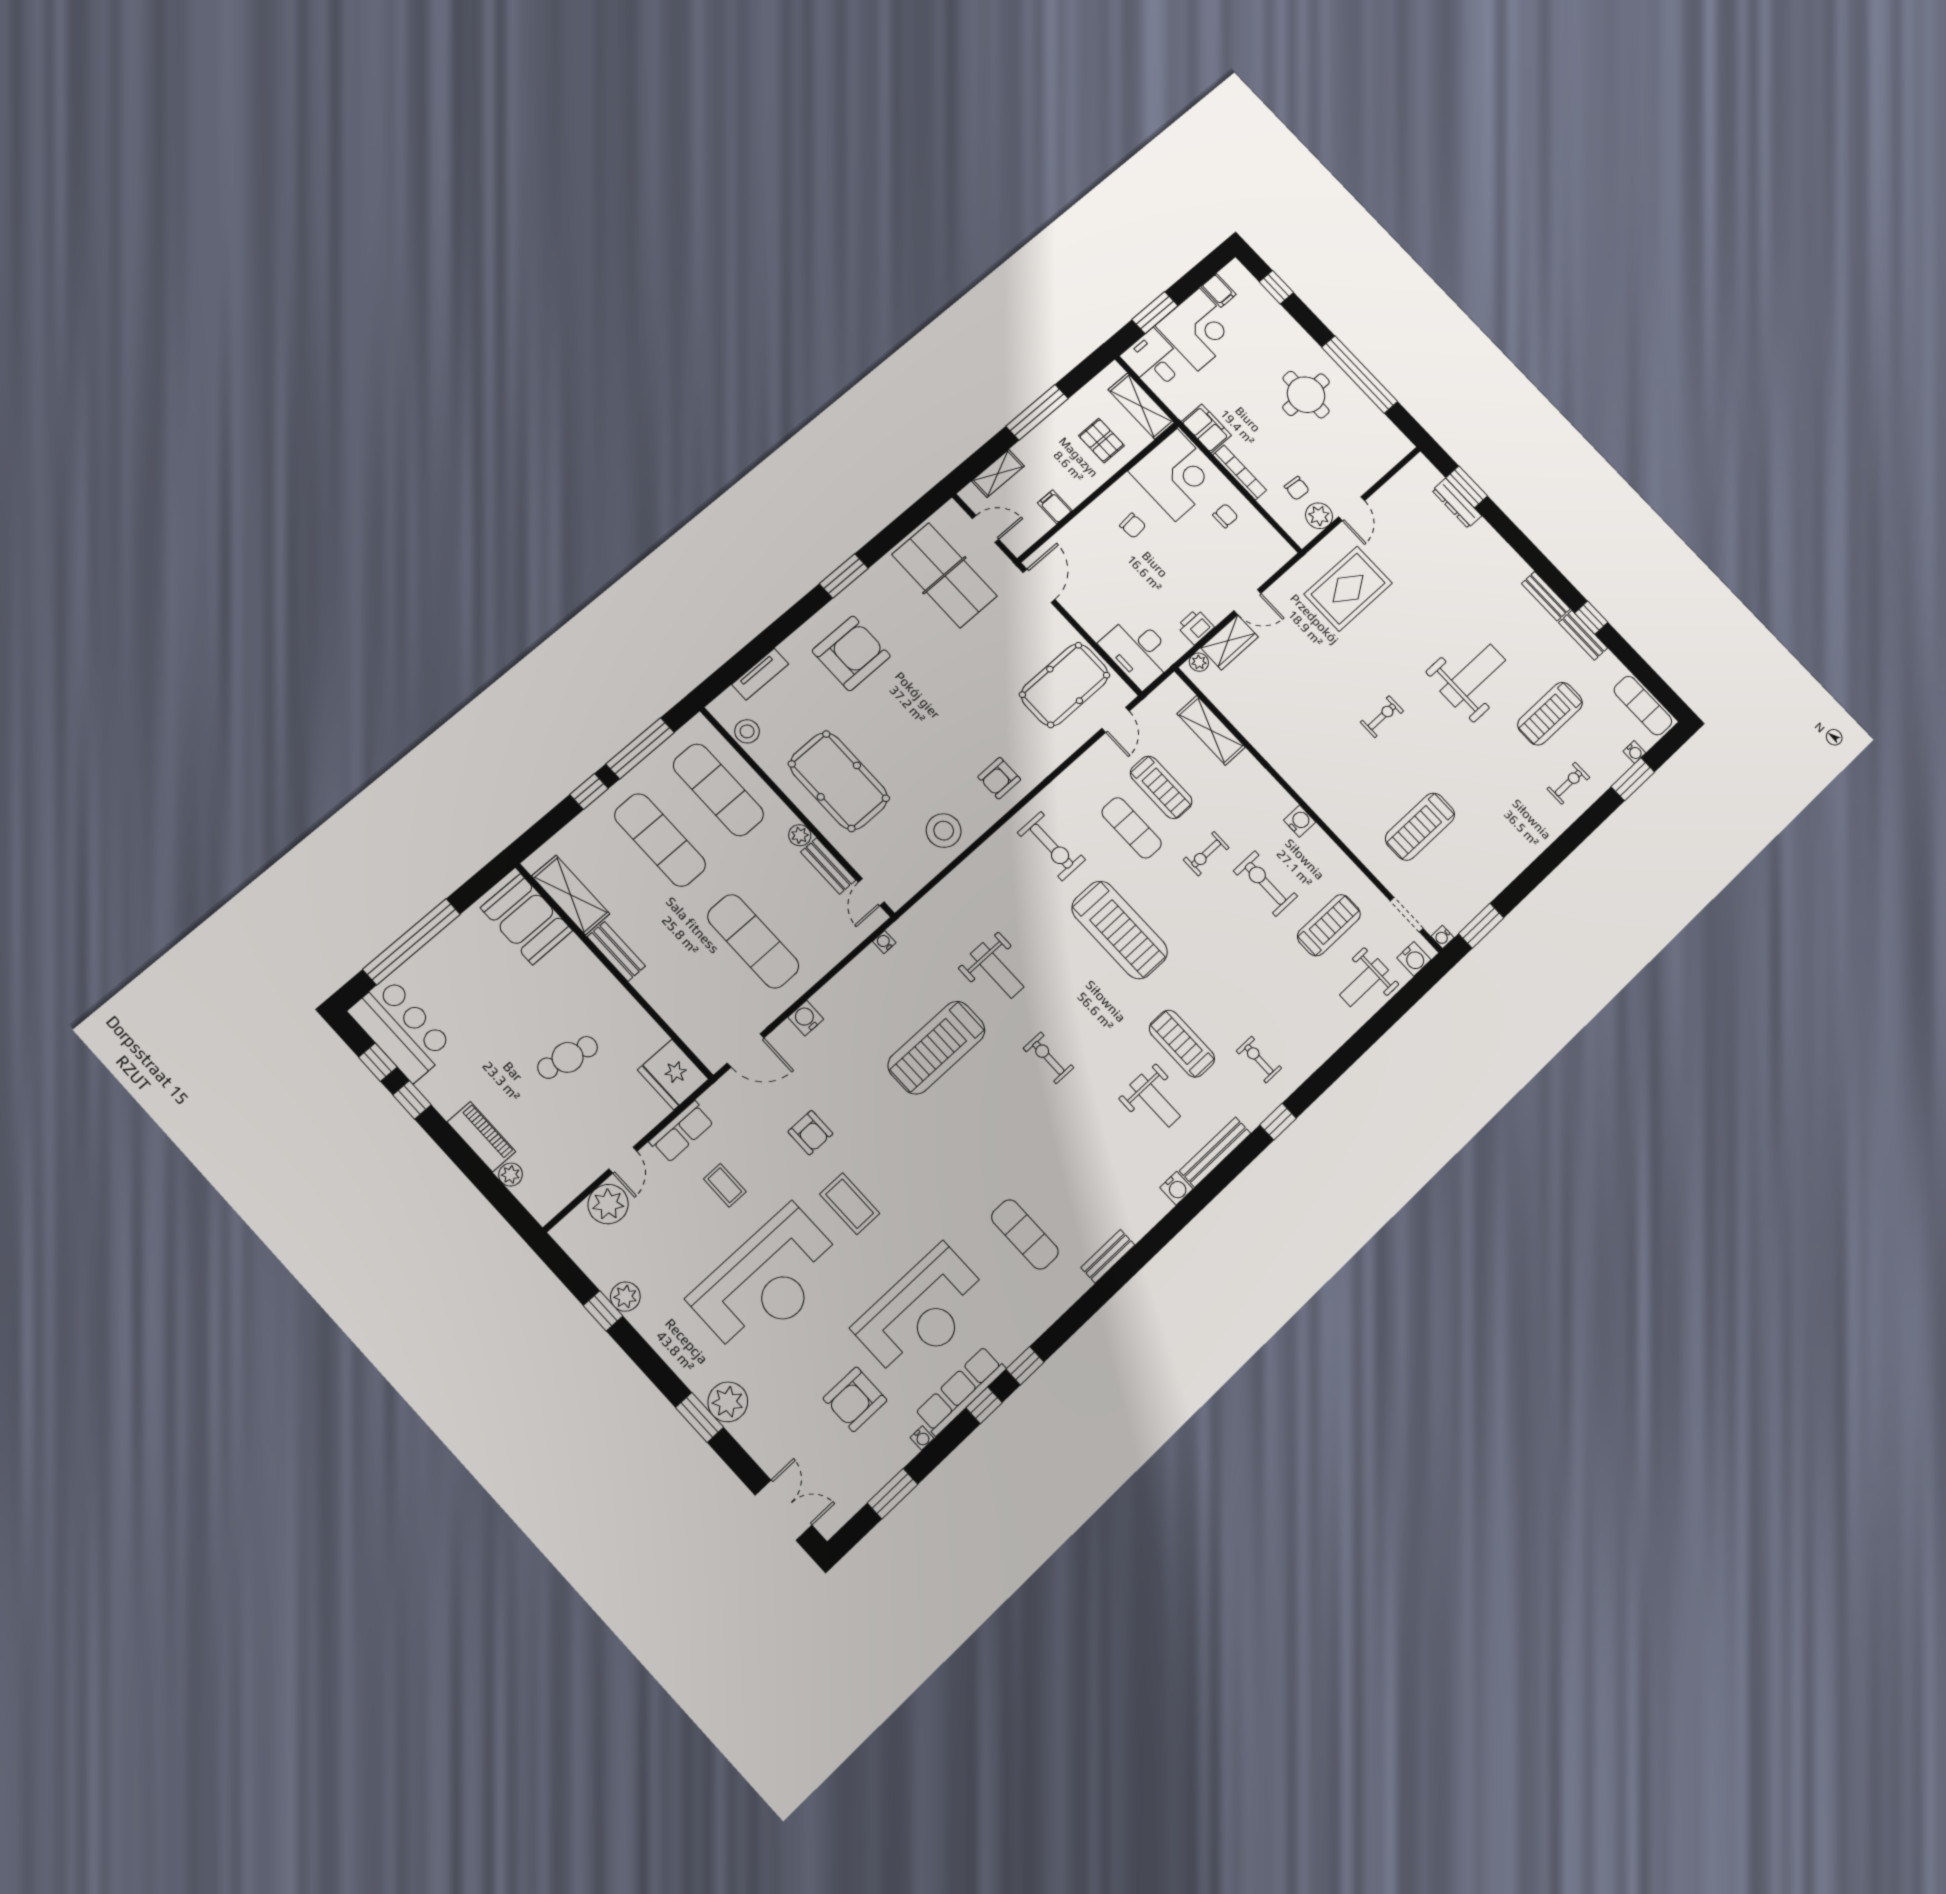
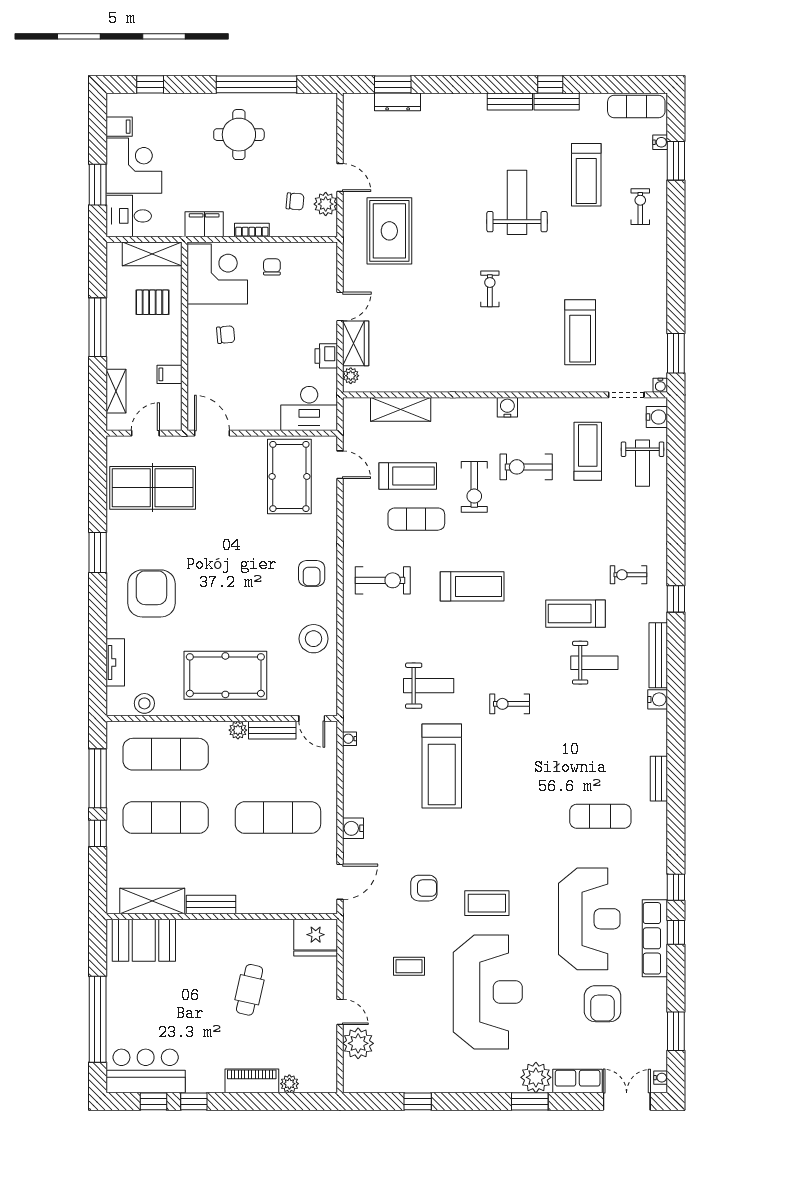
bookcase: (1240, 472) -> (252, 230), width x0.64
exercise bike: (1206, 854) -> (474, 487), width x1.38, depth x1.39
treadmill: (1120, 930) -> (472, 586), width x0.73, depth x0.73
row of seats: (682, 1132) -> (578, 1081), moved, turned -90
plant: (625, 1297) -> (421, 1081), removed
water cooler: (922, 1438) -> (661, 1078), moved

